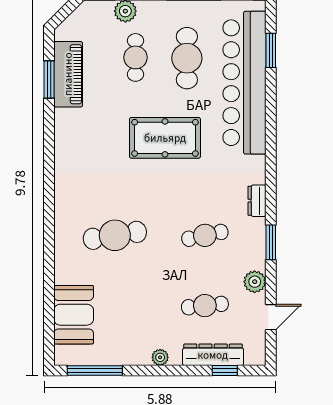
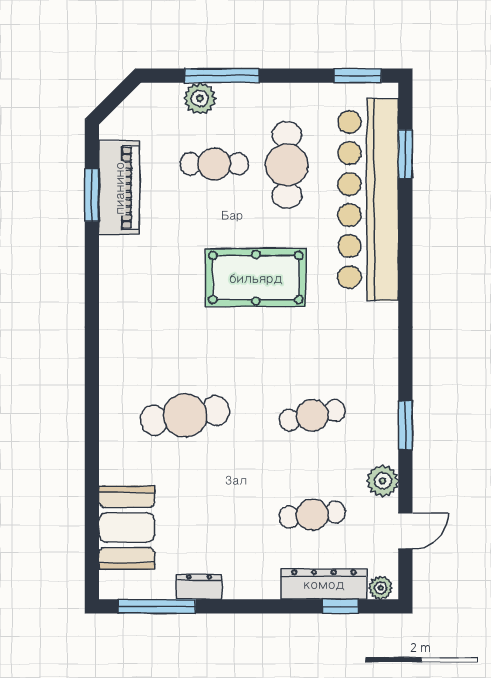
cafe table: (135, 57) -> (214, 164), turned 90
dresser: (257, 201) -> (199, 587), moved, turned 90
plant: (160, 357) -> (381, 588), moved

